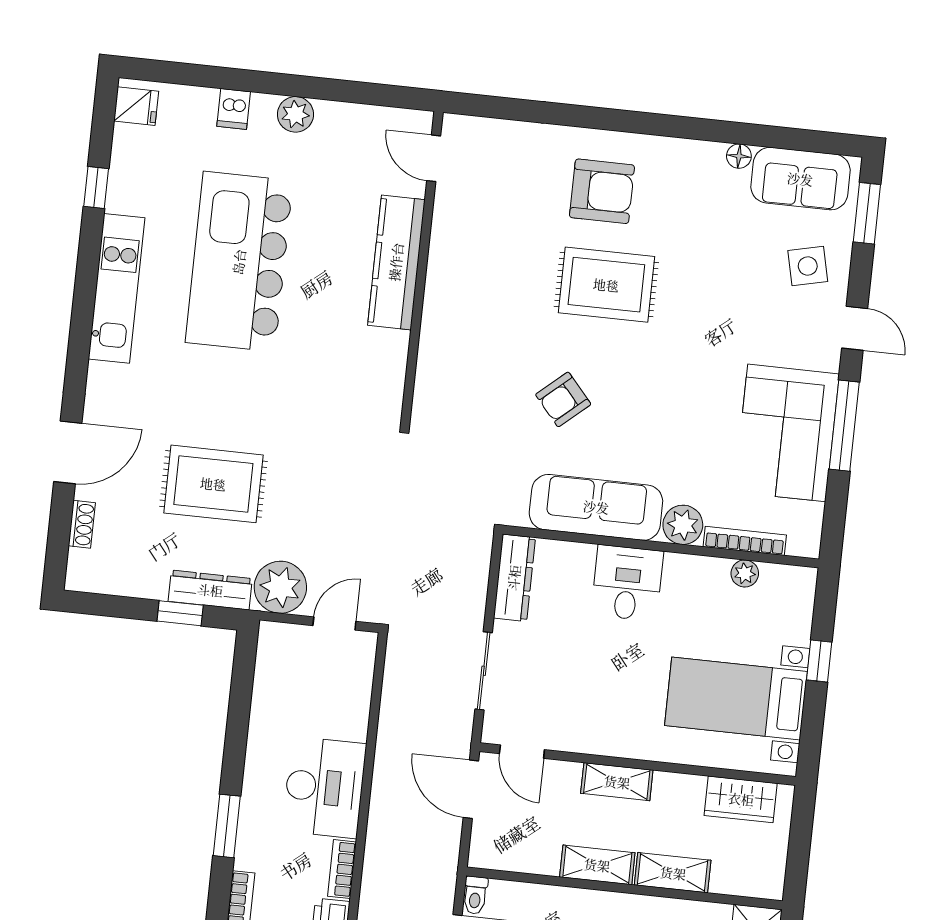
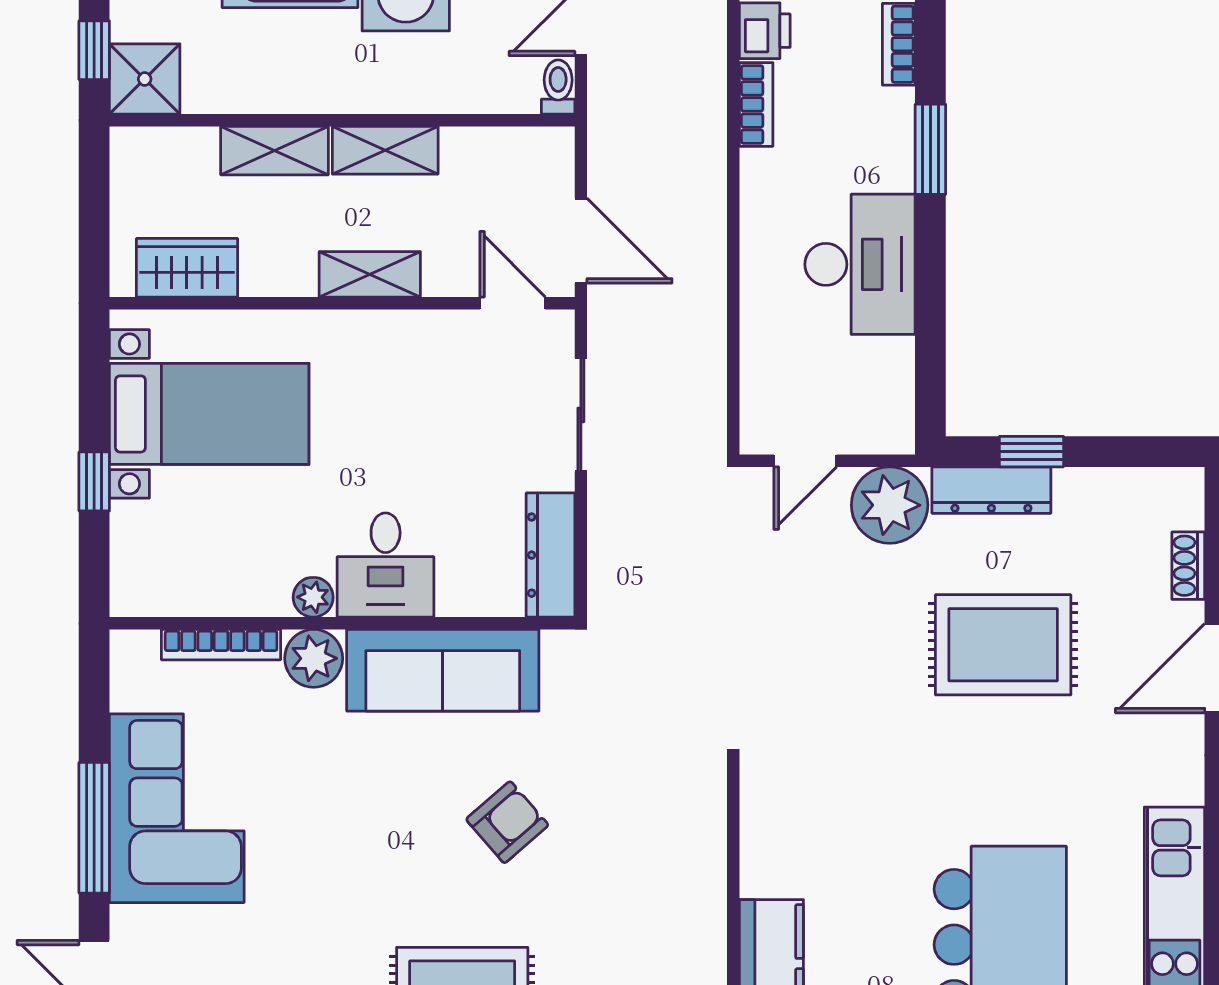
plant: (745, 573) -> (313, 597), moved
desk: (324, 787) -> (860, 264), moved, turned 180

